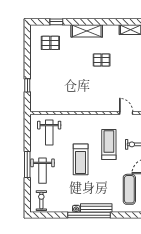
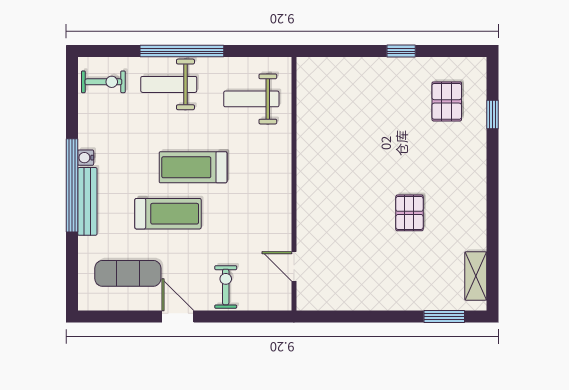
shelving: (87, 31) -> (473, 181), removed
window: (27, 85) -> (401, 51), moved
door: (126, 113) -> (294, 266), swing flipped
treadmill: (109, 145) -> (168, 214), moved
window: (27, 165) -> (182, 51), width x1.46

